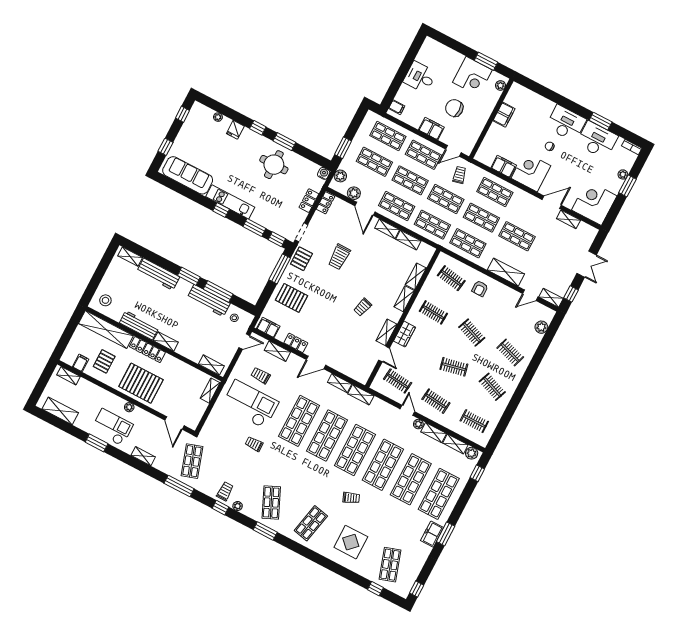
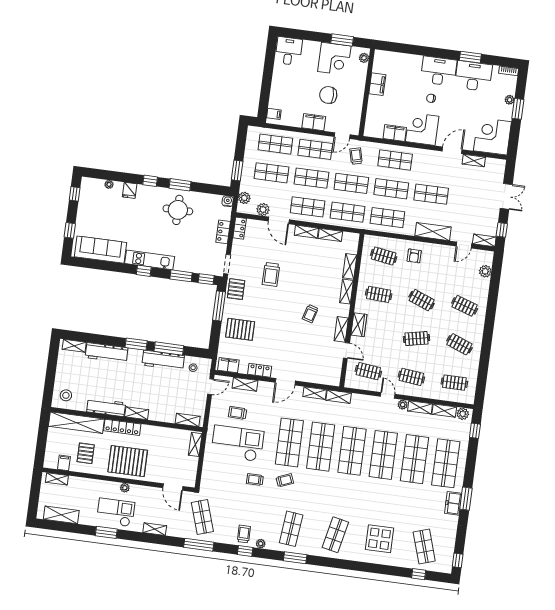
desk: (420, 77) -> (289, 51), moved, turned 90
trolley: (351, 498) -> (285, 480), moved
shop shelf: (271, 503) -> (291, 529), turned 30

